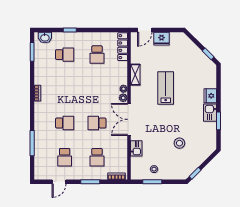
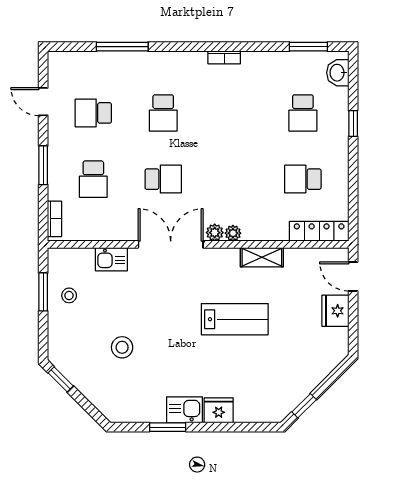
school desk: (97, 123) -> (163, 179), turned 90
school desk: (97, 157) -> (93, 179), turned -90

